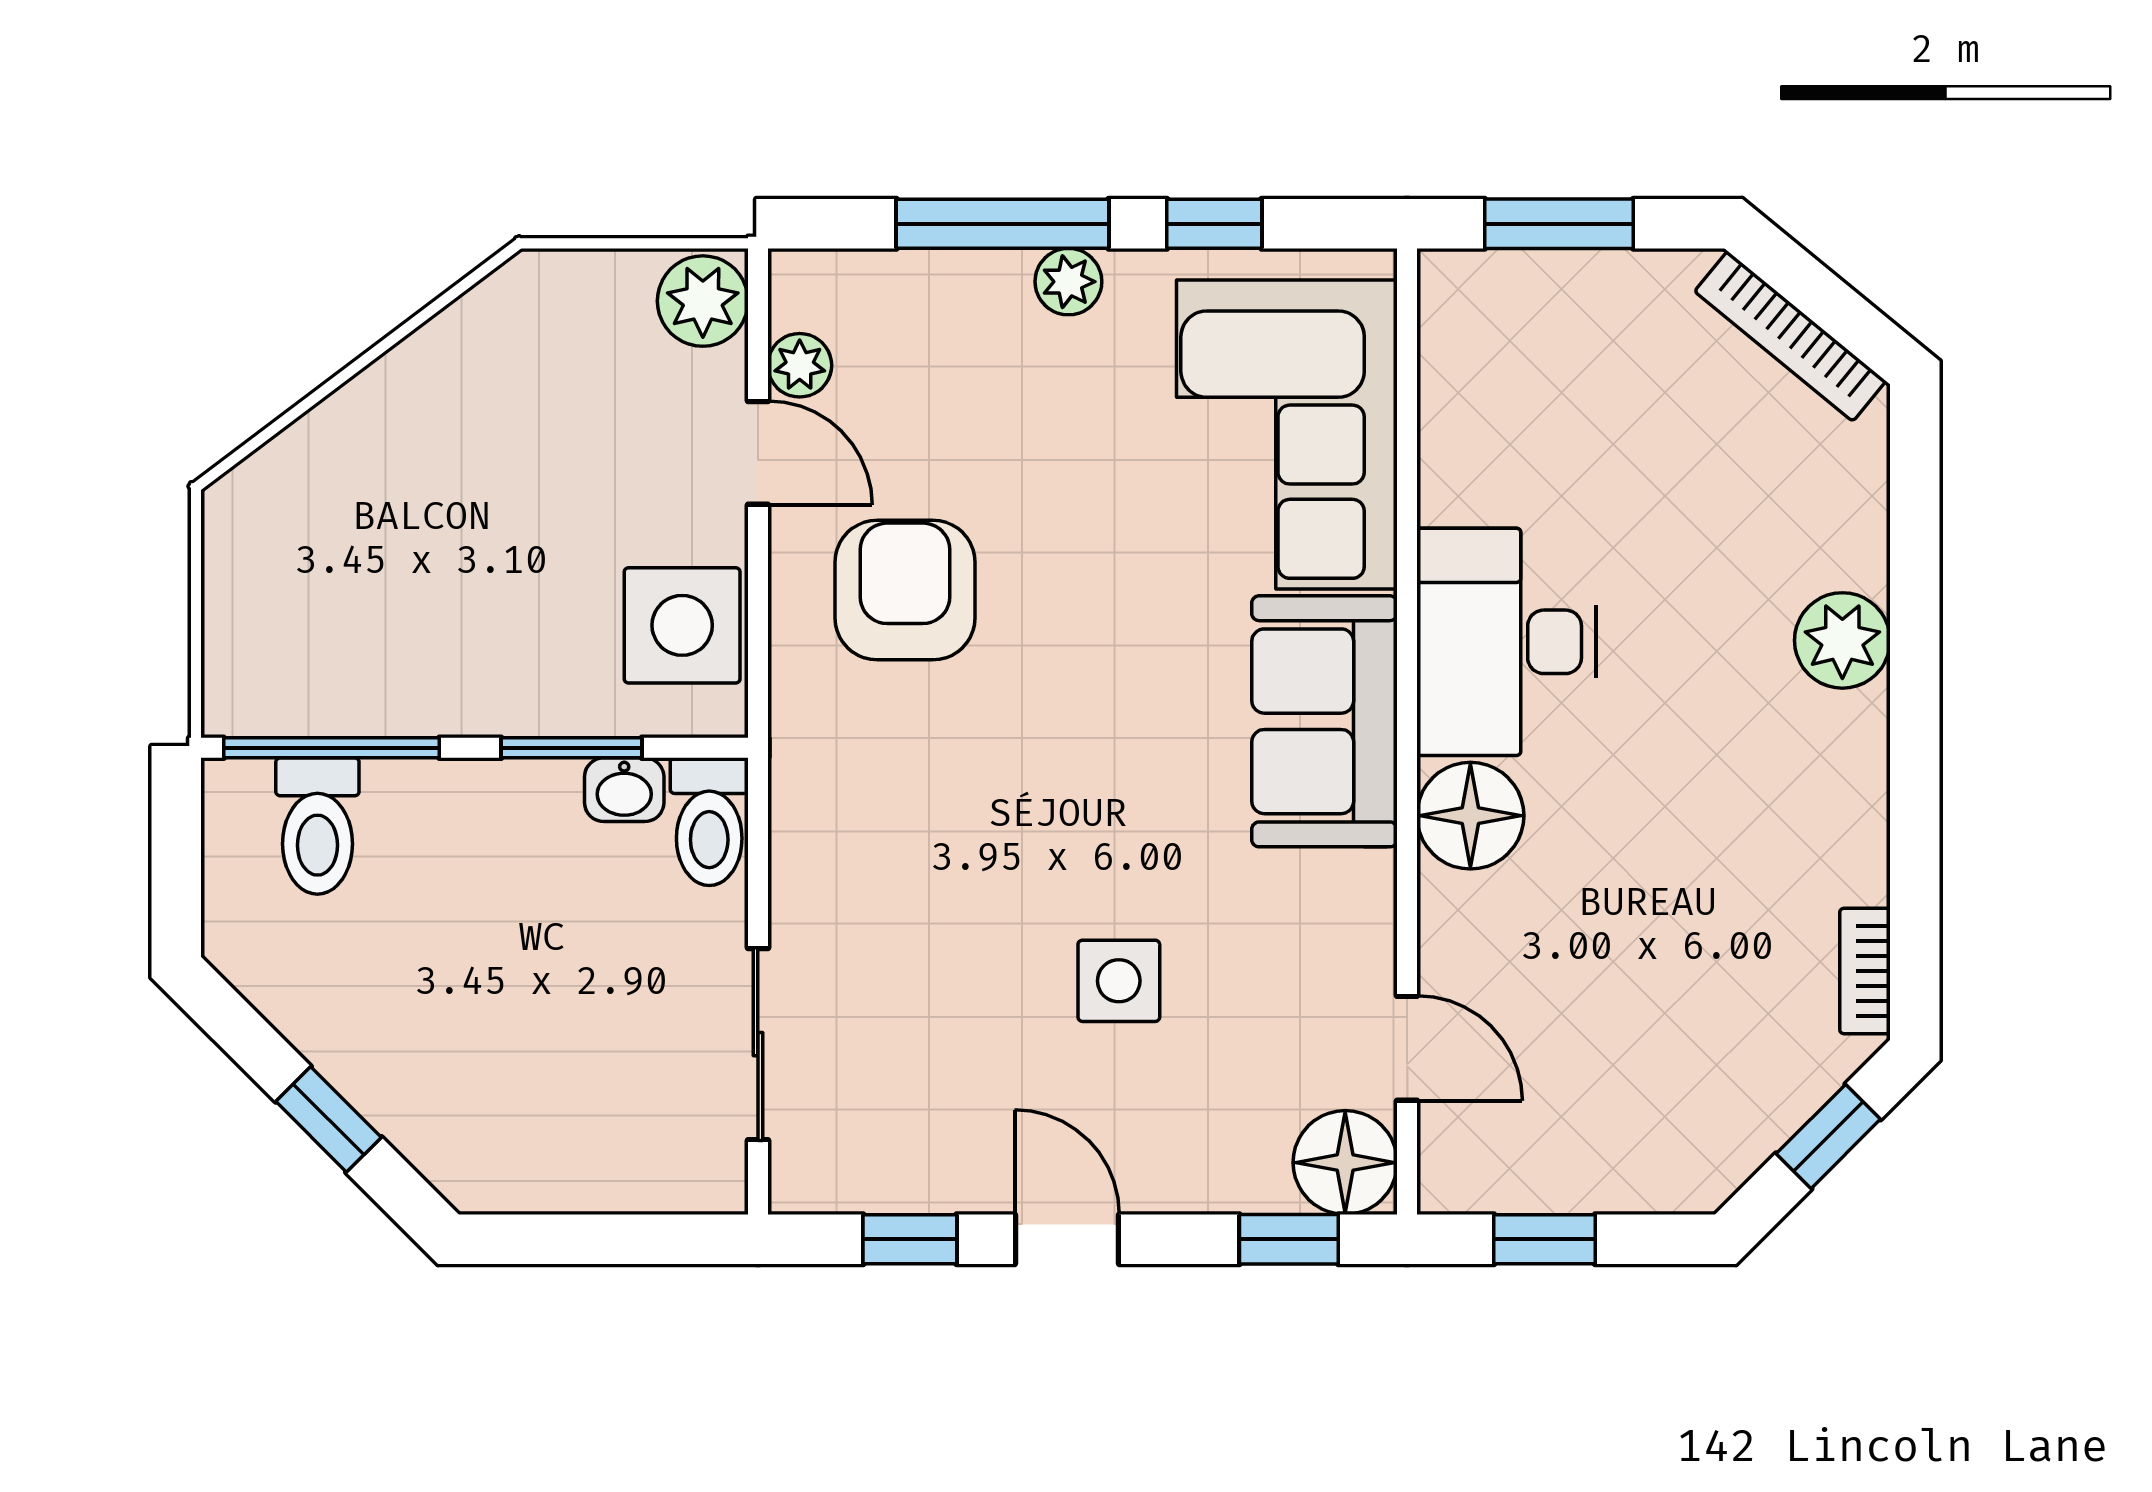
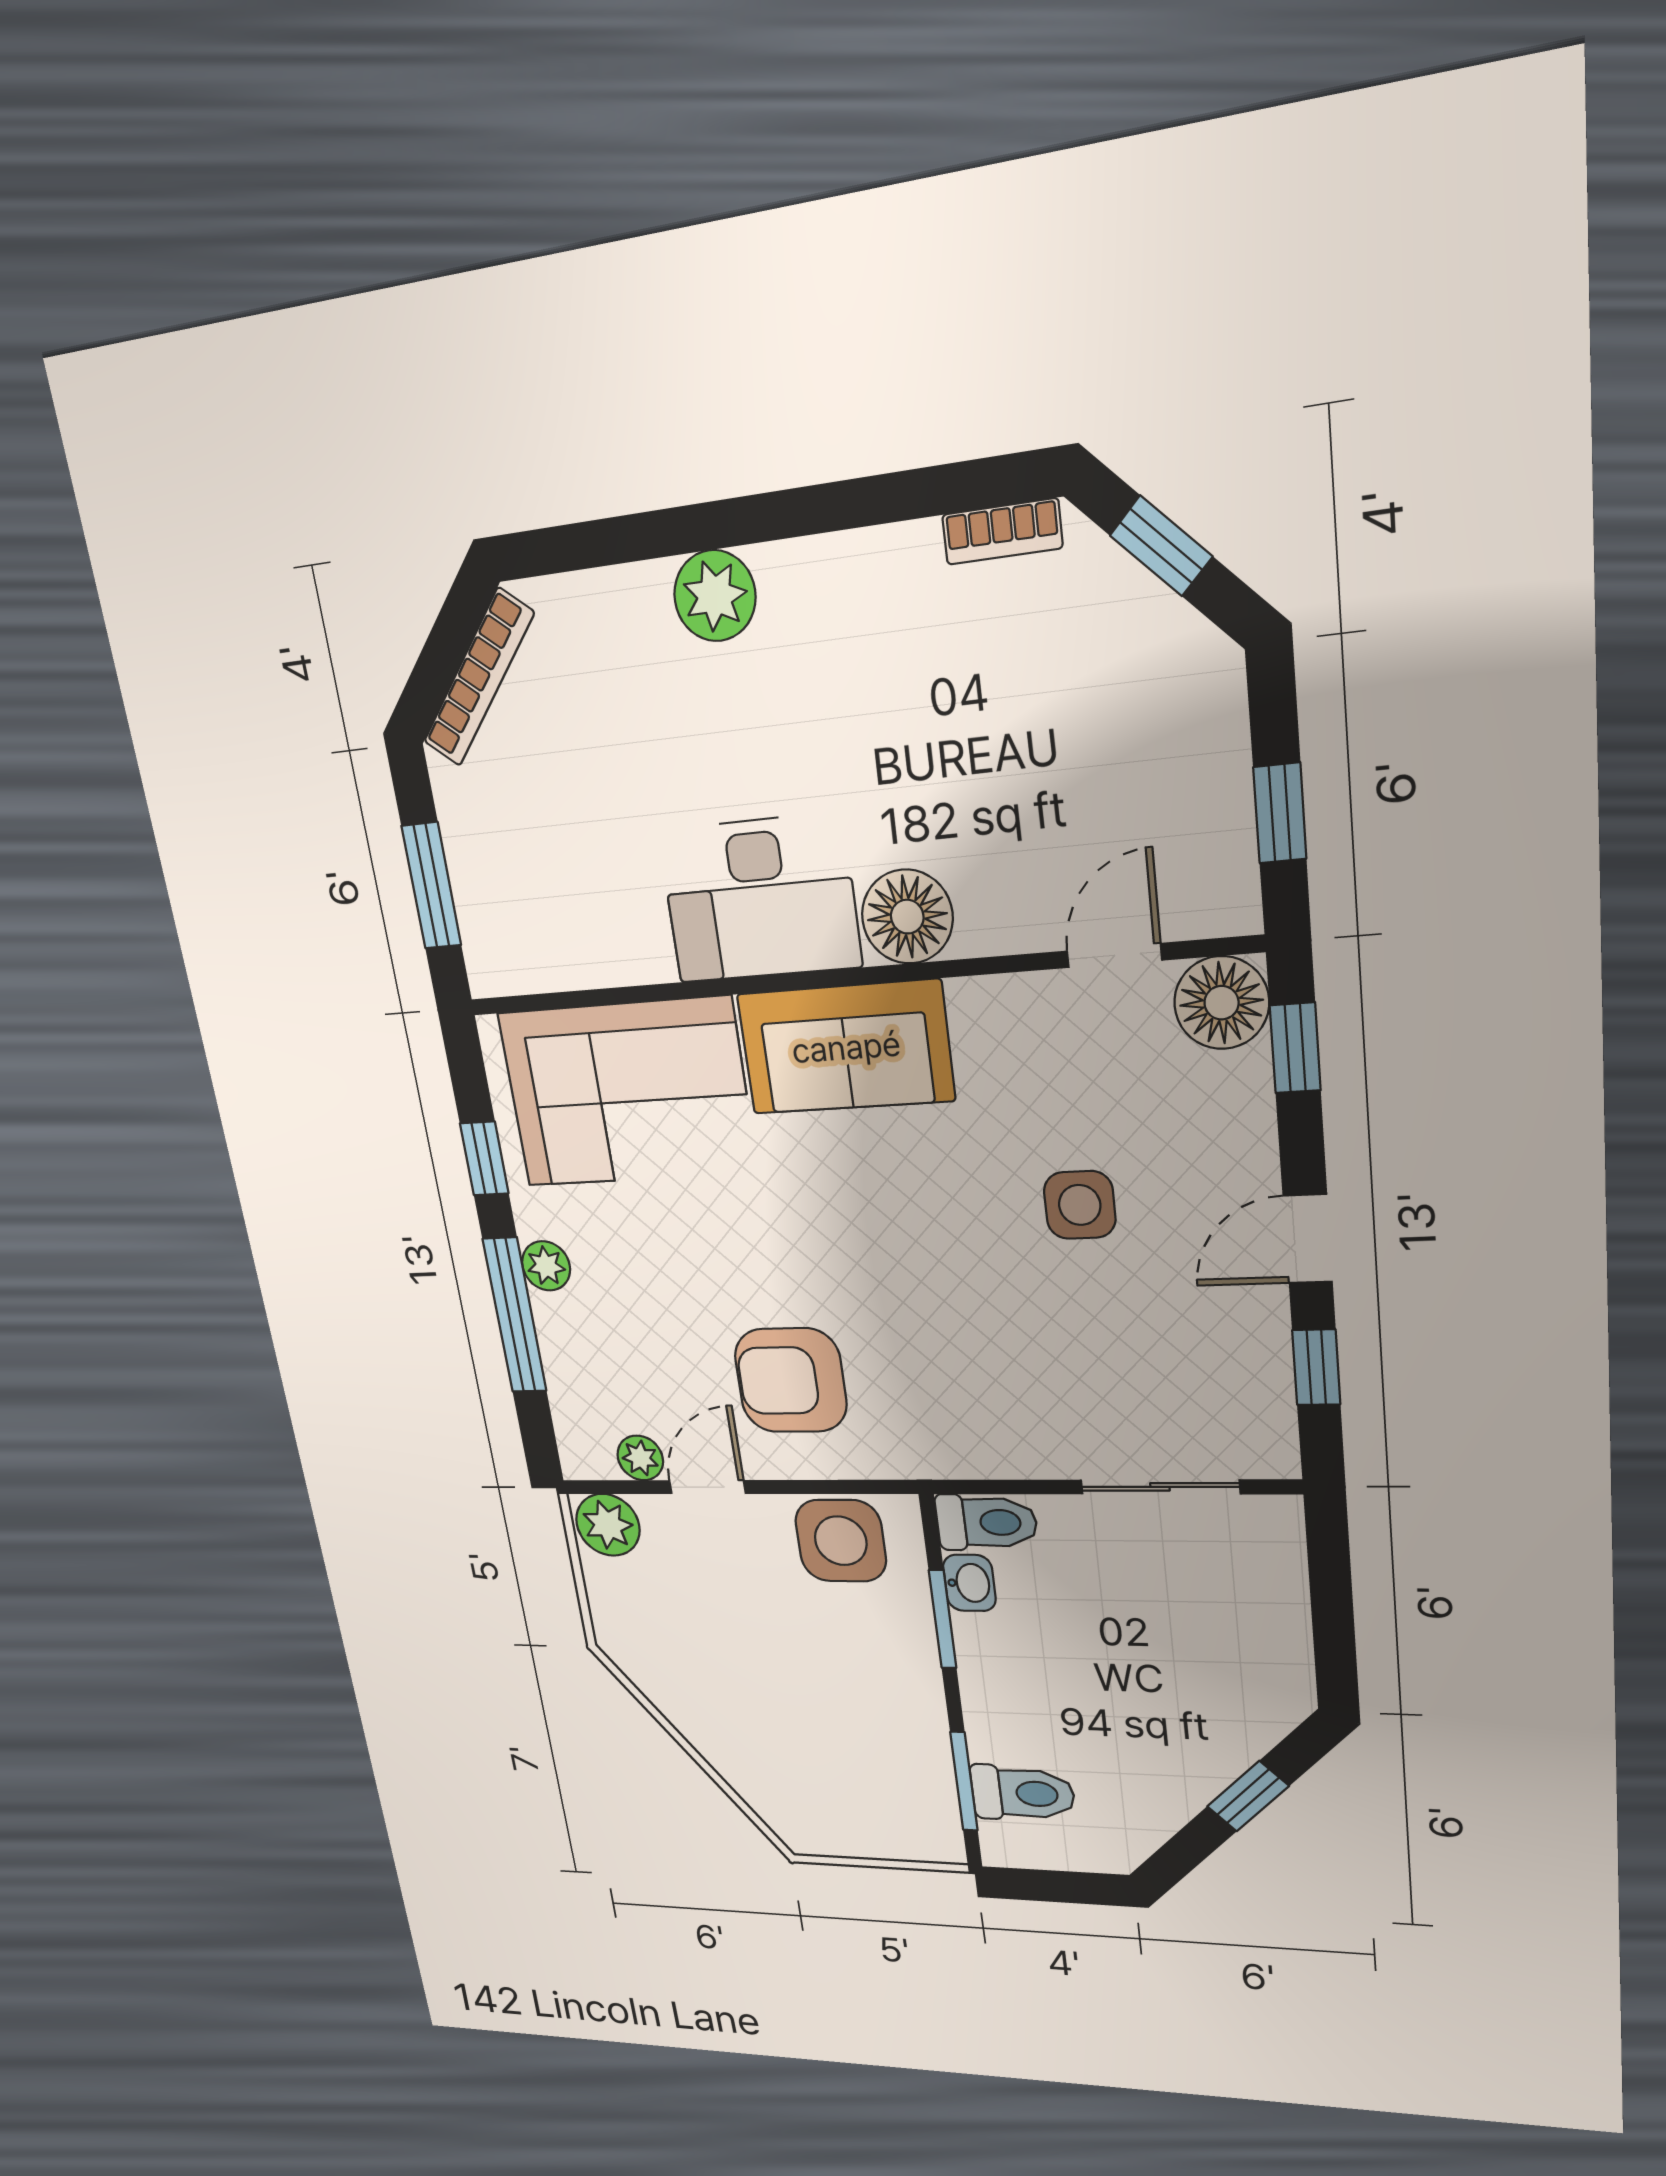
window: (331, 748) -> (964, 1781), width x0.69

